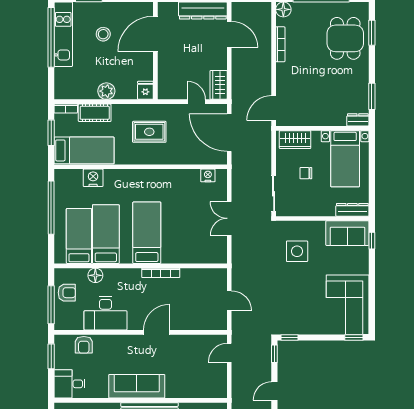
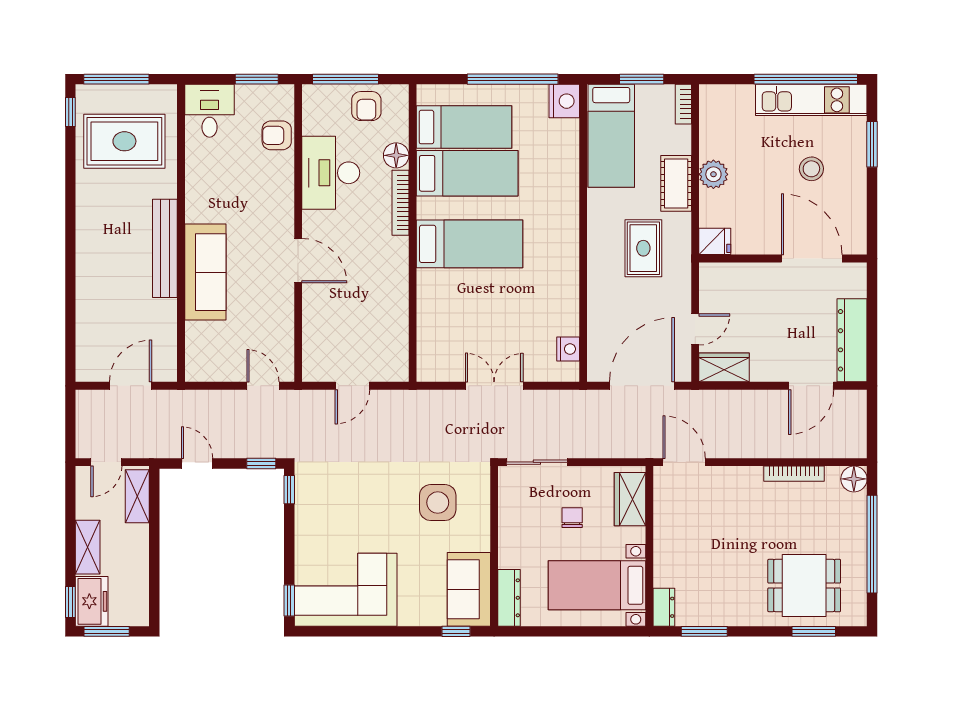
cot: (95, 113) -> (676, 183), moved
nightstand: (93, 178) -> (564, 101), moved
bookcase: (161, 273) -> (400, 203), moved
sofa: (137, 386) -> (205, 272), moved

